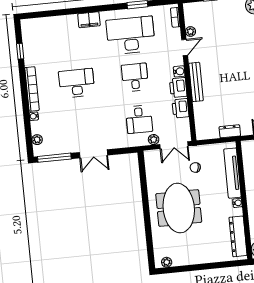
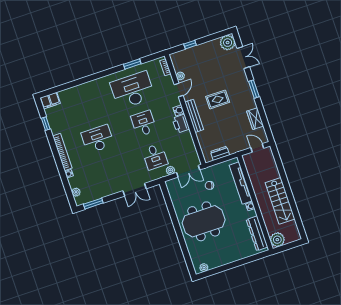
filing cabinet: (89, 20) -> (50, 101), moved
rug: (228, 69) -> (218, 99), added
printer: (181, 108) -> (187, 140), removed
dresser: (230, 131) -> (220, 153), moved
double door: (93, 154) -> (135, 190), moved
window: (54, 158) -> (93, 204), width x0.69
meeting table: (179, 208) -> (204, 221), turned 90

